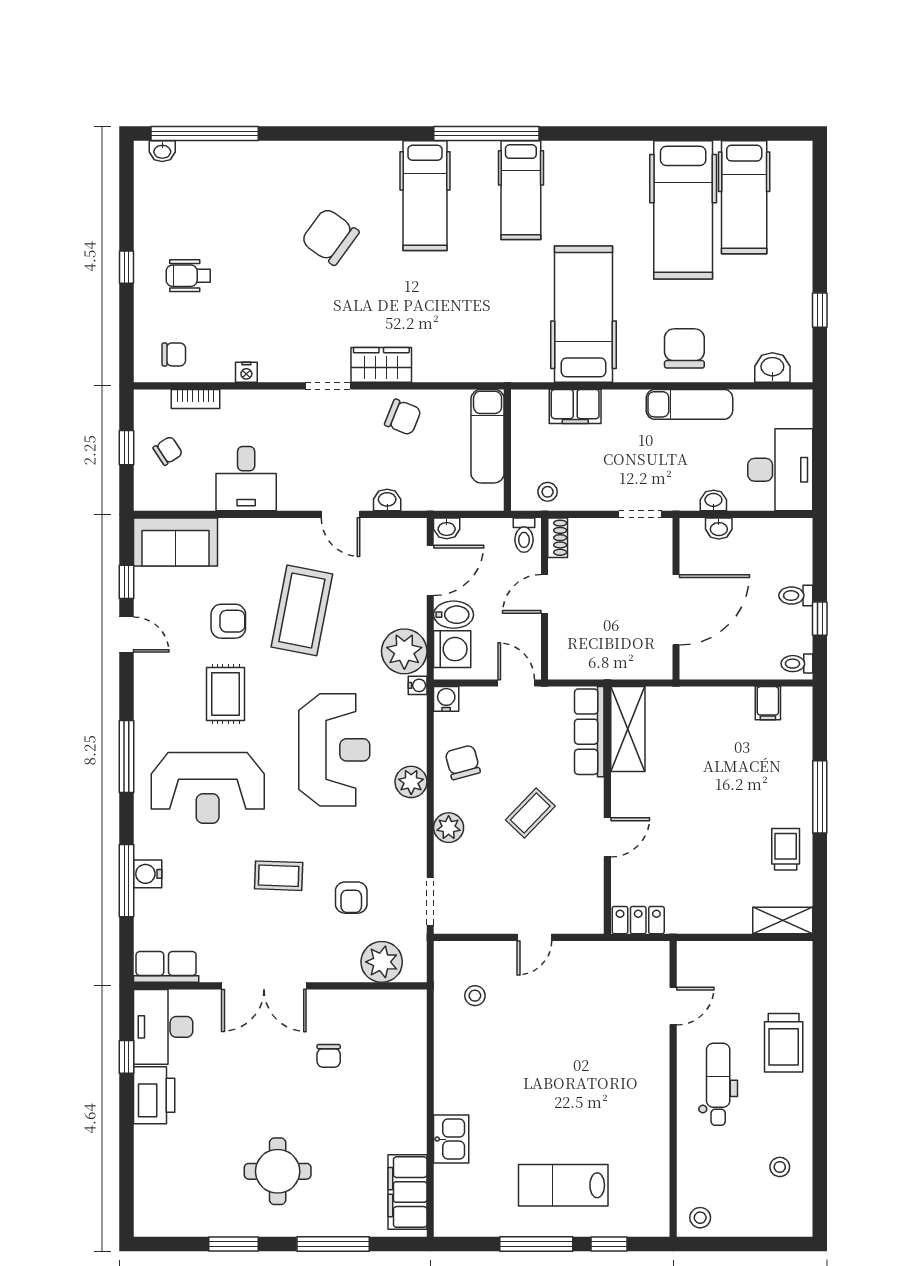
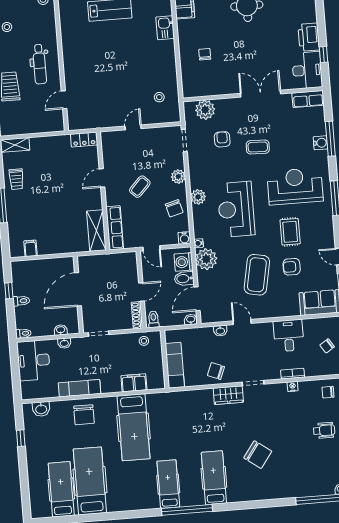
bookcase: (195, 399) -> (293, 374), moved
shoe rack: (558, 538) -> (137, 315), width x1.43
toilet: (797, 664) -> (23, 333), moved
chair: (329, 1056) -> (205, 54), moved

